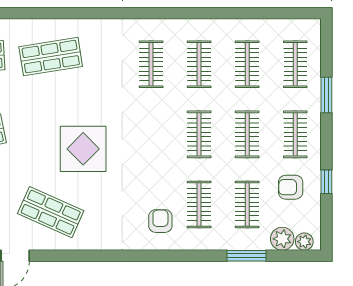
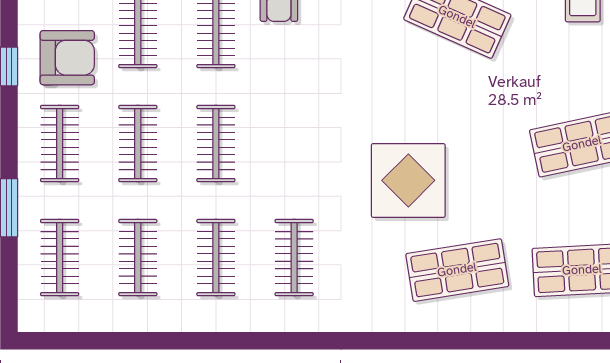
display table: (83, 149) -> (408, 180), moved
armchair: (291, 187) -> (67, 58), width x1.38, depth x1.38

